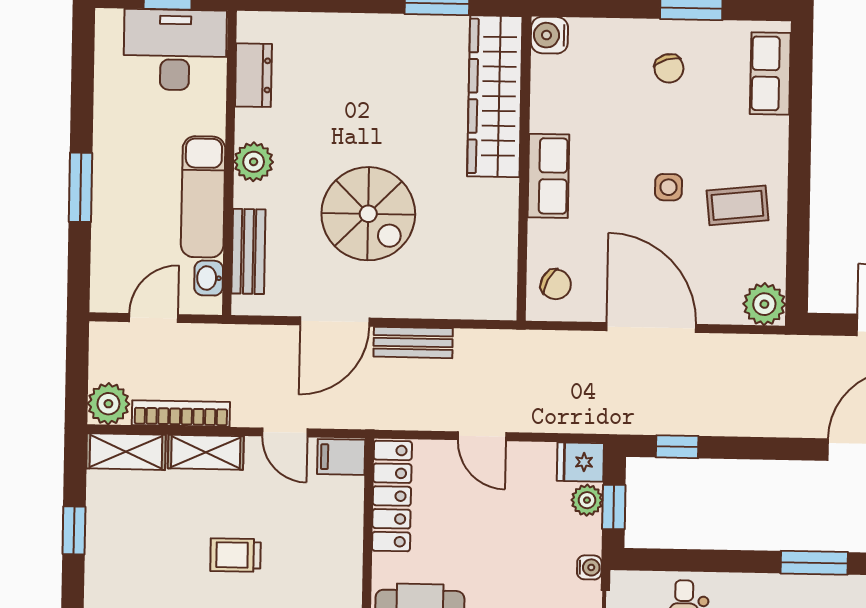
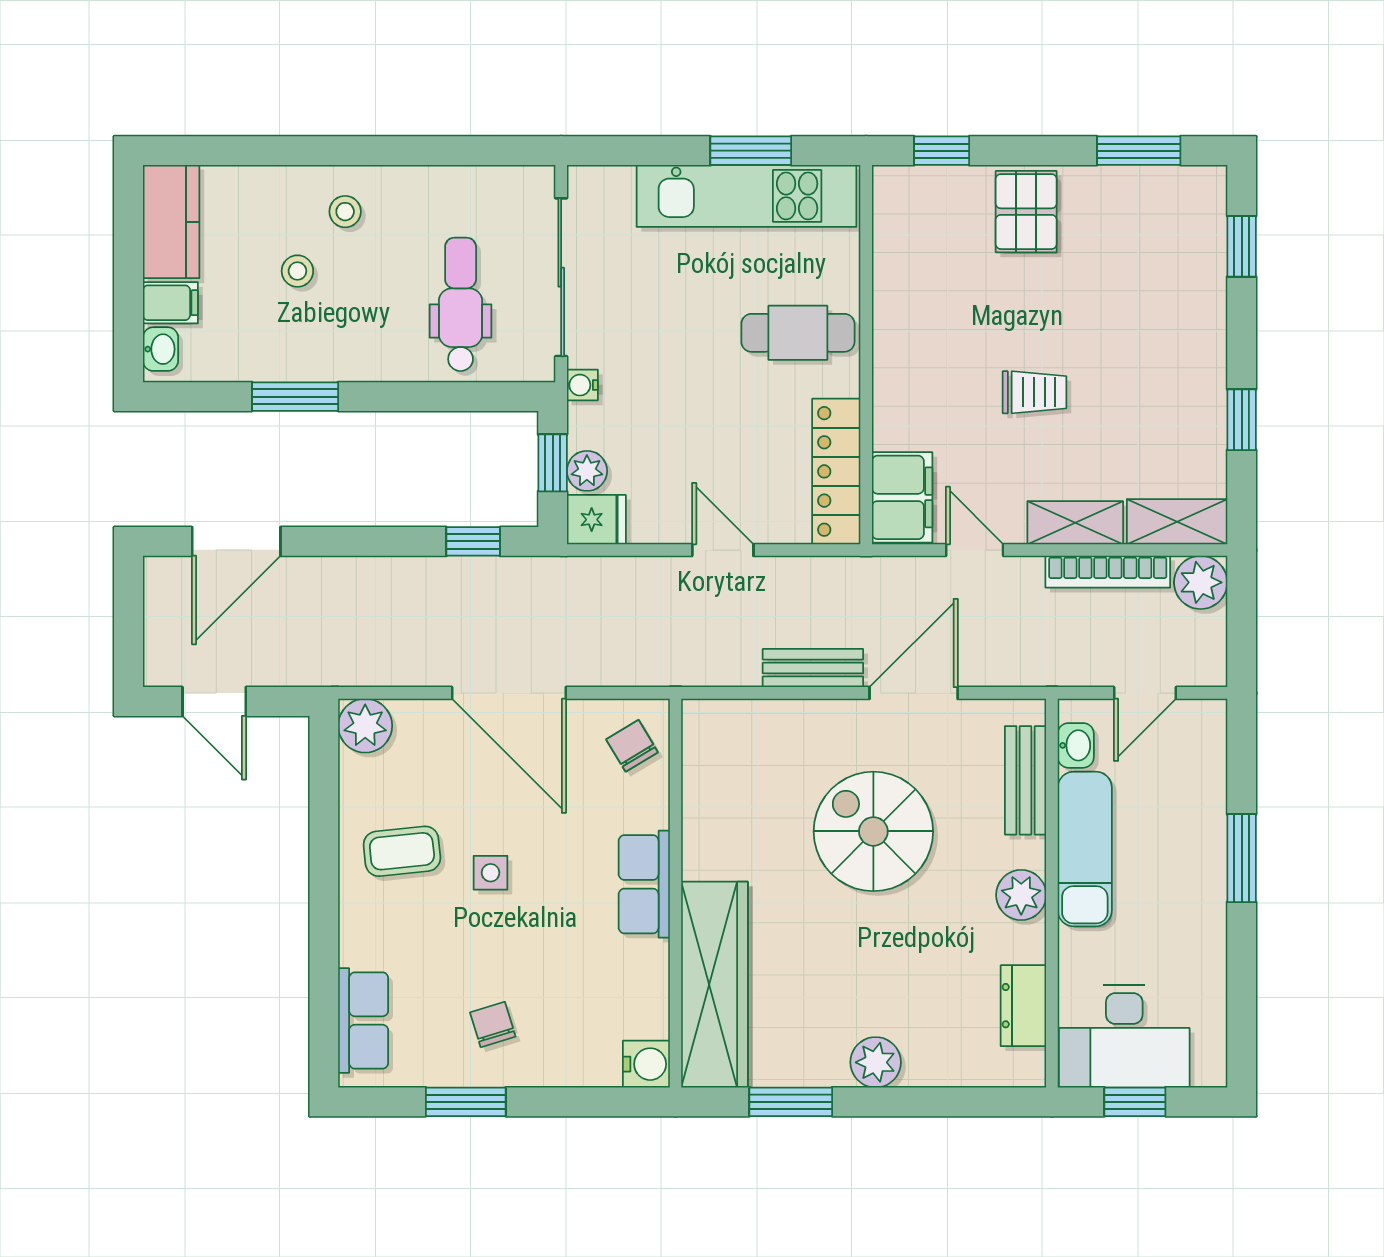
plant: (370, 33) -> (876, 1062), added
chair: (556, 284) -> (632, 746), turned 31
filing cabinet: (341, 457) -> (902, 497), width x2.00

